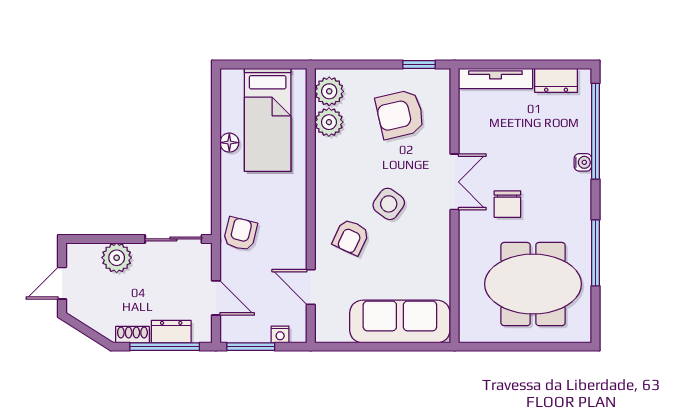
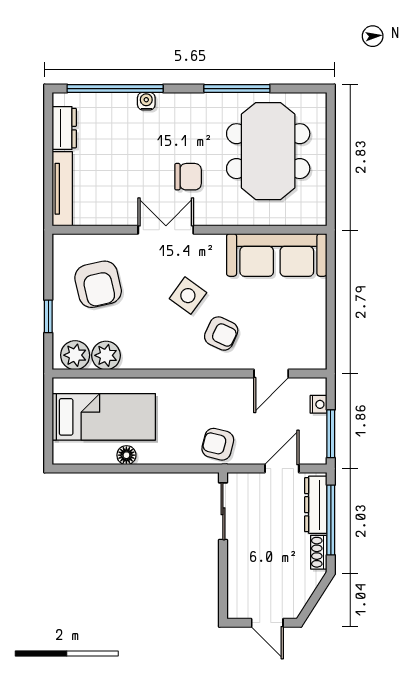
window: (419, 65) -> (48, 316), moved
plant: (117, 258) -> (242, 568), removed
sofa: (400, 321) -> (277, 255), moved, turned -90
dresser: (171, 332) -> (316, 505), width x1.44

